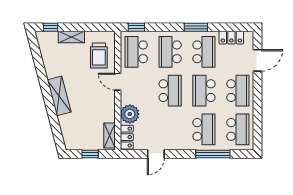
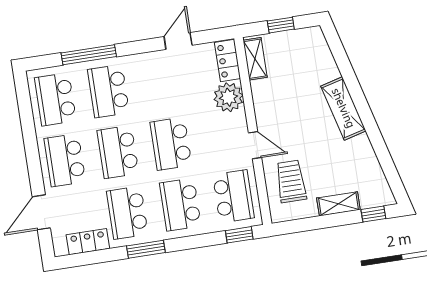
school desk: (170, 52) -> (180, 205), turned 180
school desk: (204, 91) -> (118, 152), turned 180

